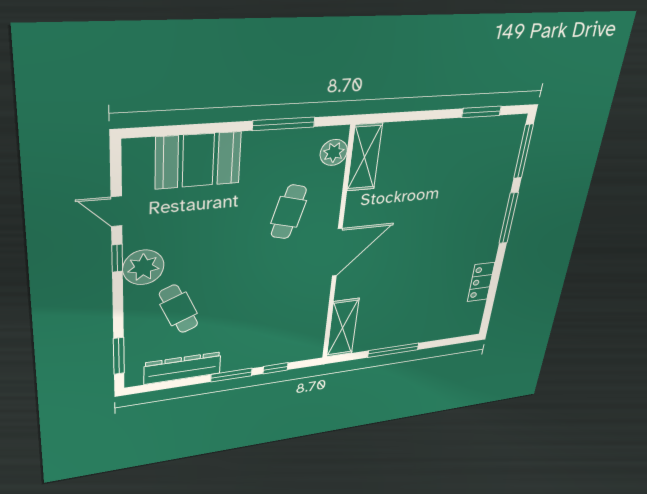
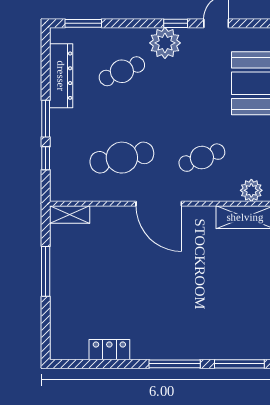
cafe table: (289, 212) -> (202, 158), turned -36
cafe table: (281, 296) -> (122, 158), added
shelving: (343, 328) -> (70, 215), width x0.67, depth x0.75

